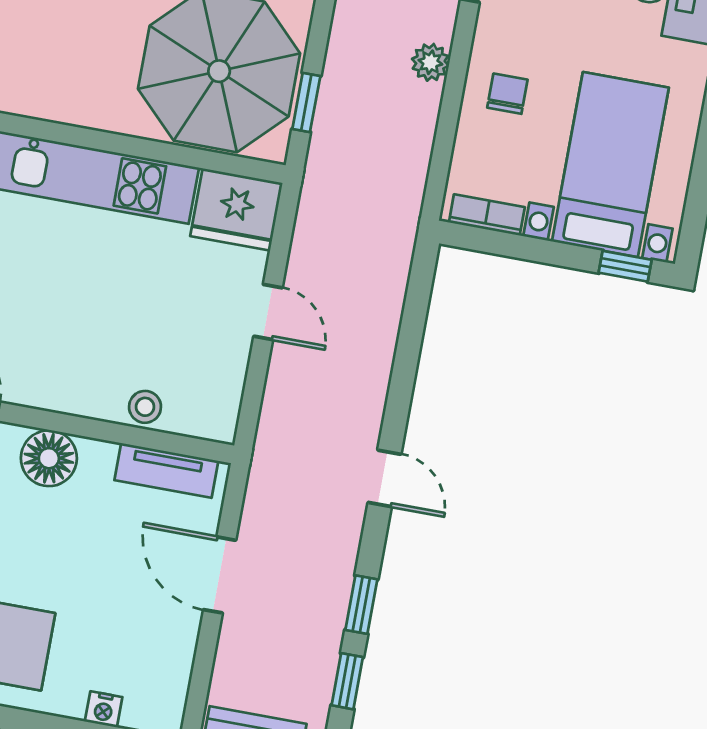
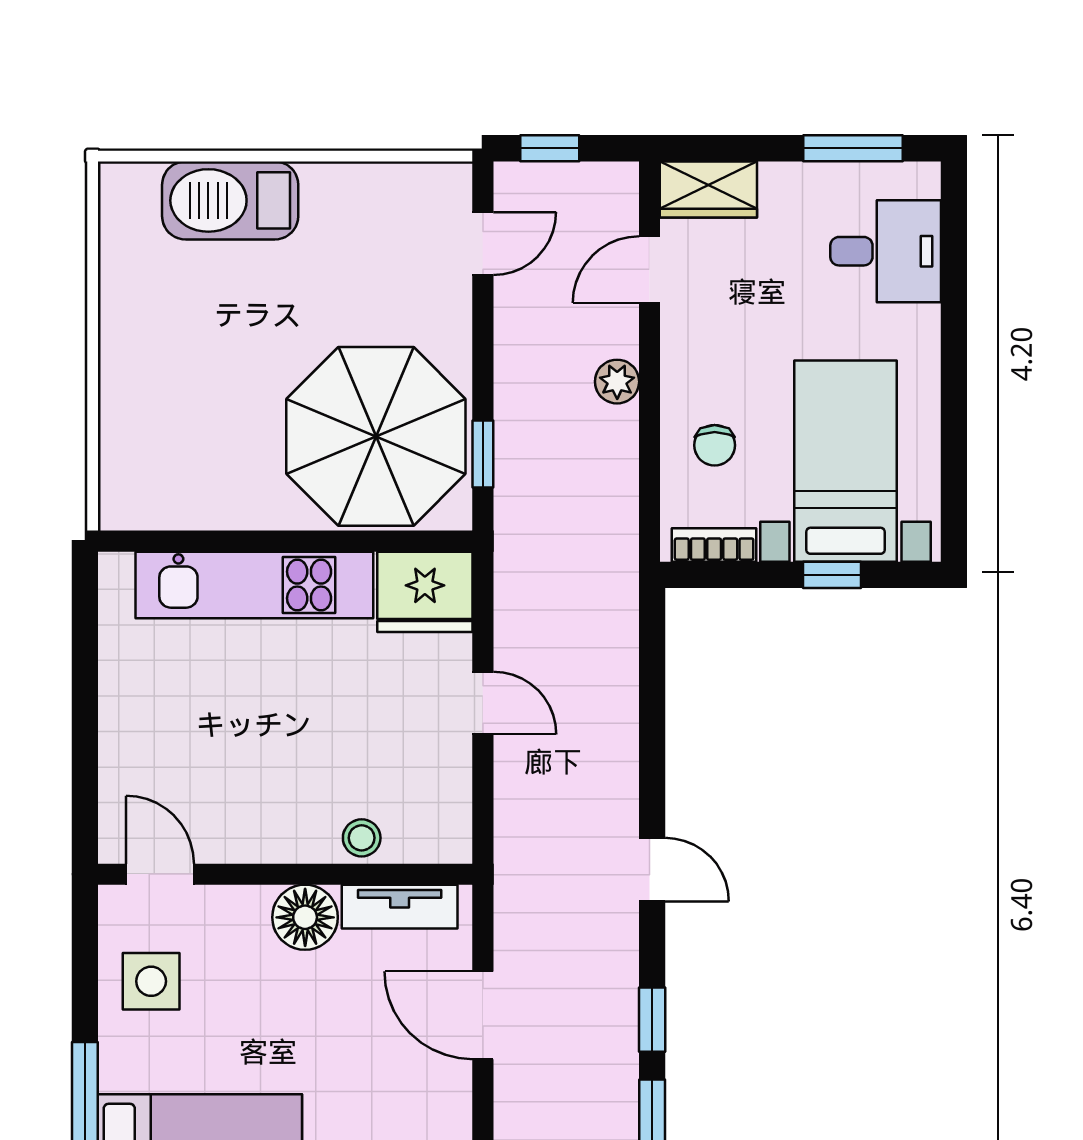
chair: (507, 94) -> (715, 445), moved, turned 180
window: (625, 266) -> (832, 575), moved
floor lamp: (49, 458) -> (305, 917), moved

